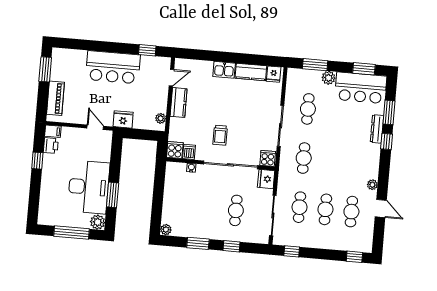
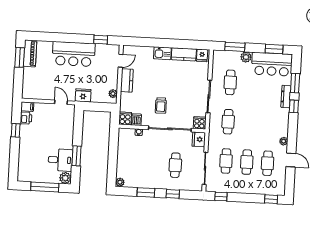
piano: (55, 98) -> (30, 53), moved
desk: (89, 187) -> (60, 160), width x0.53, depth x0.77

